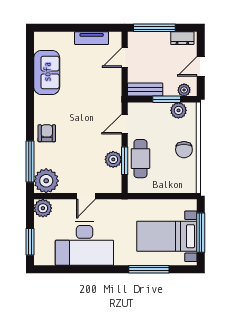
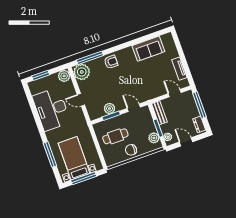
cafe table: (140, 159) -> (115, 136), moved

